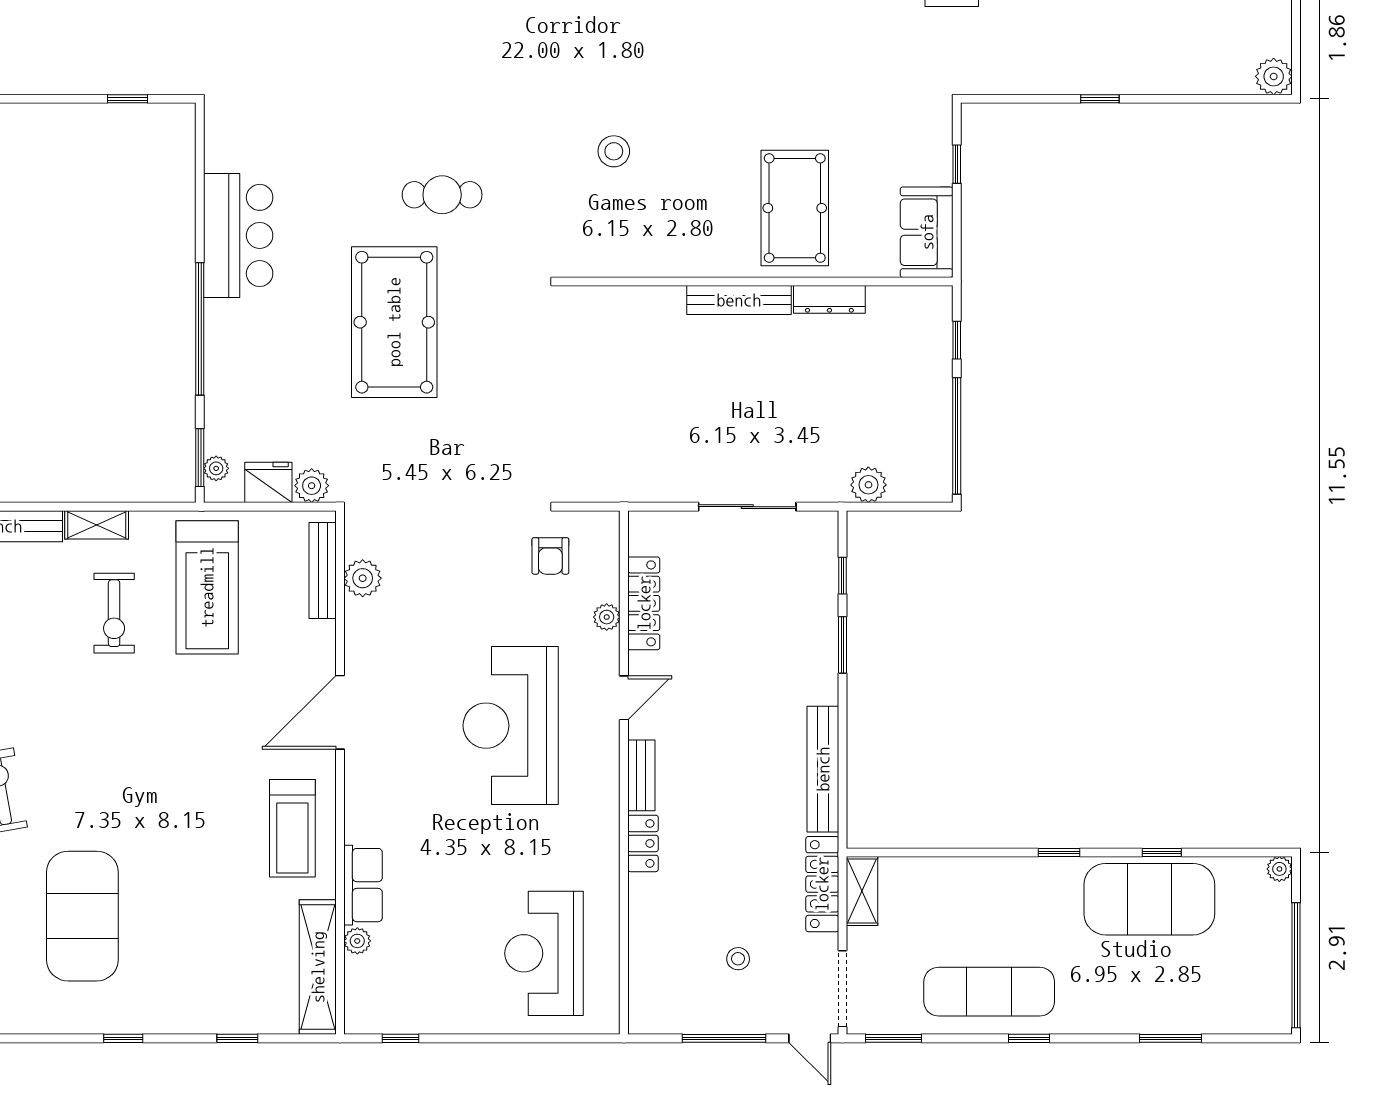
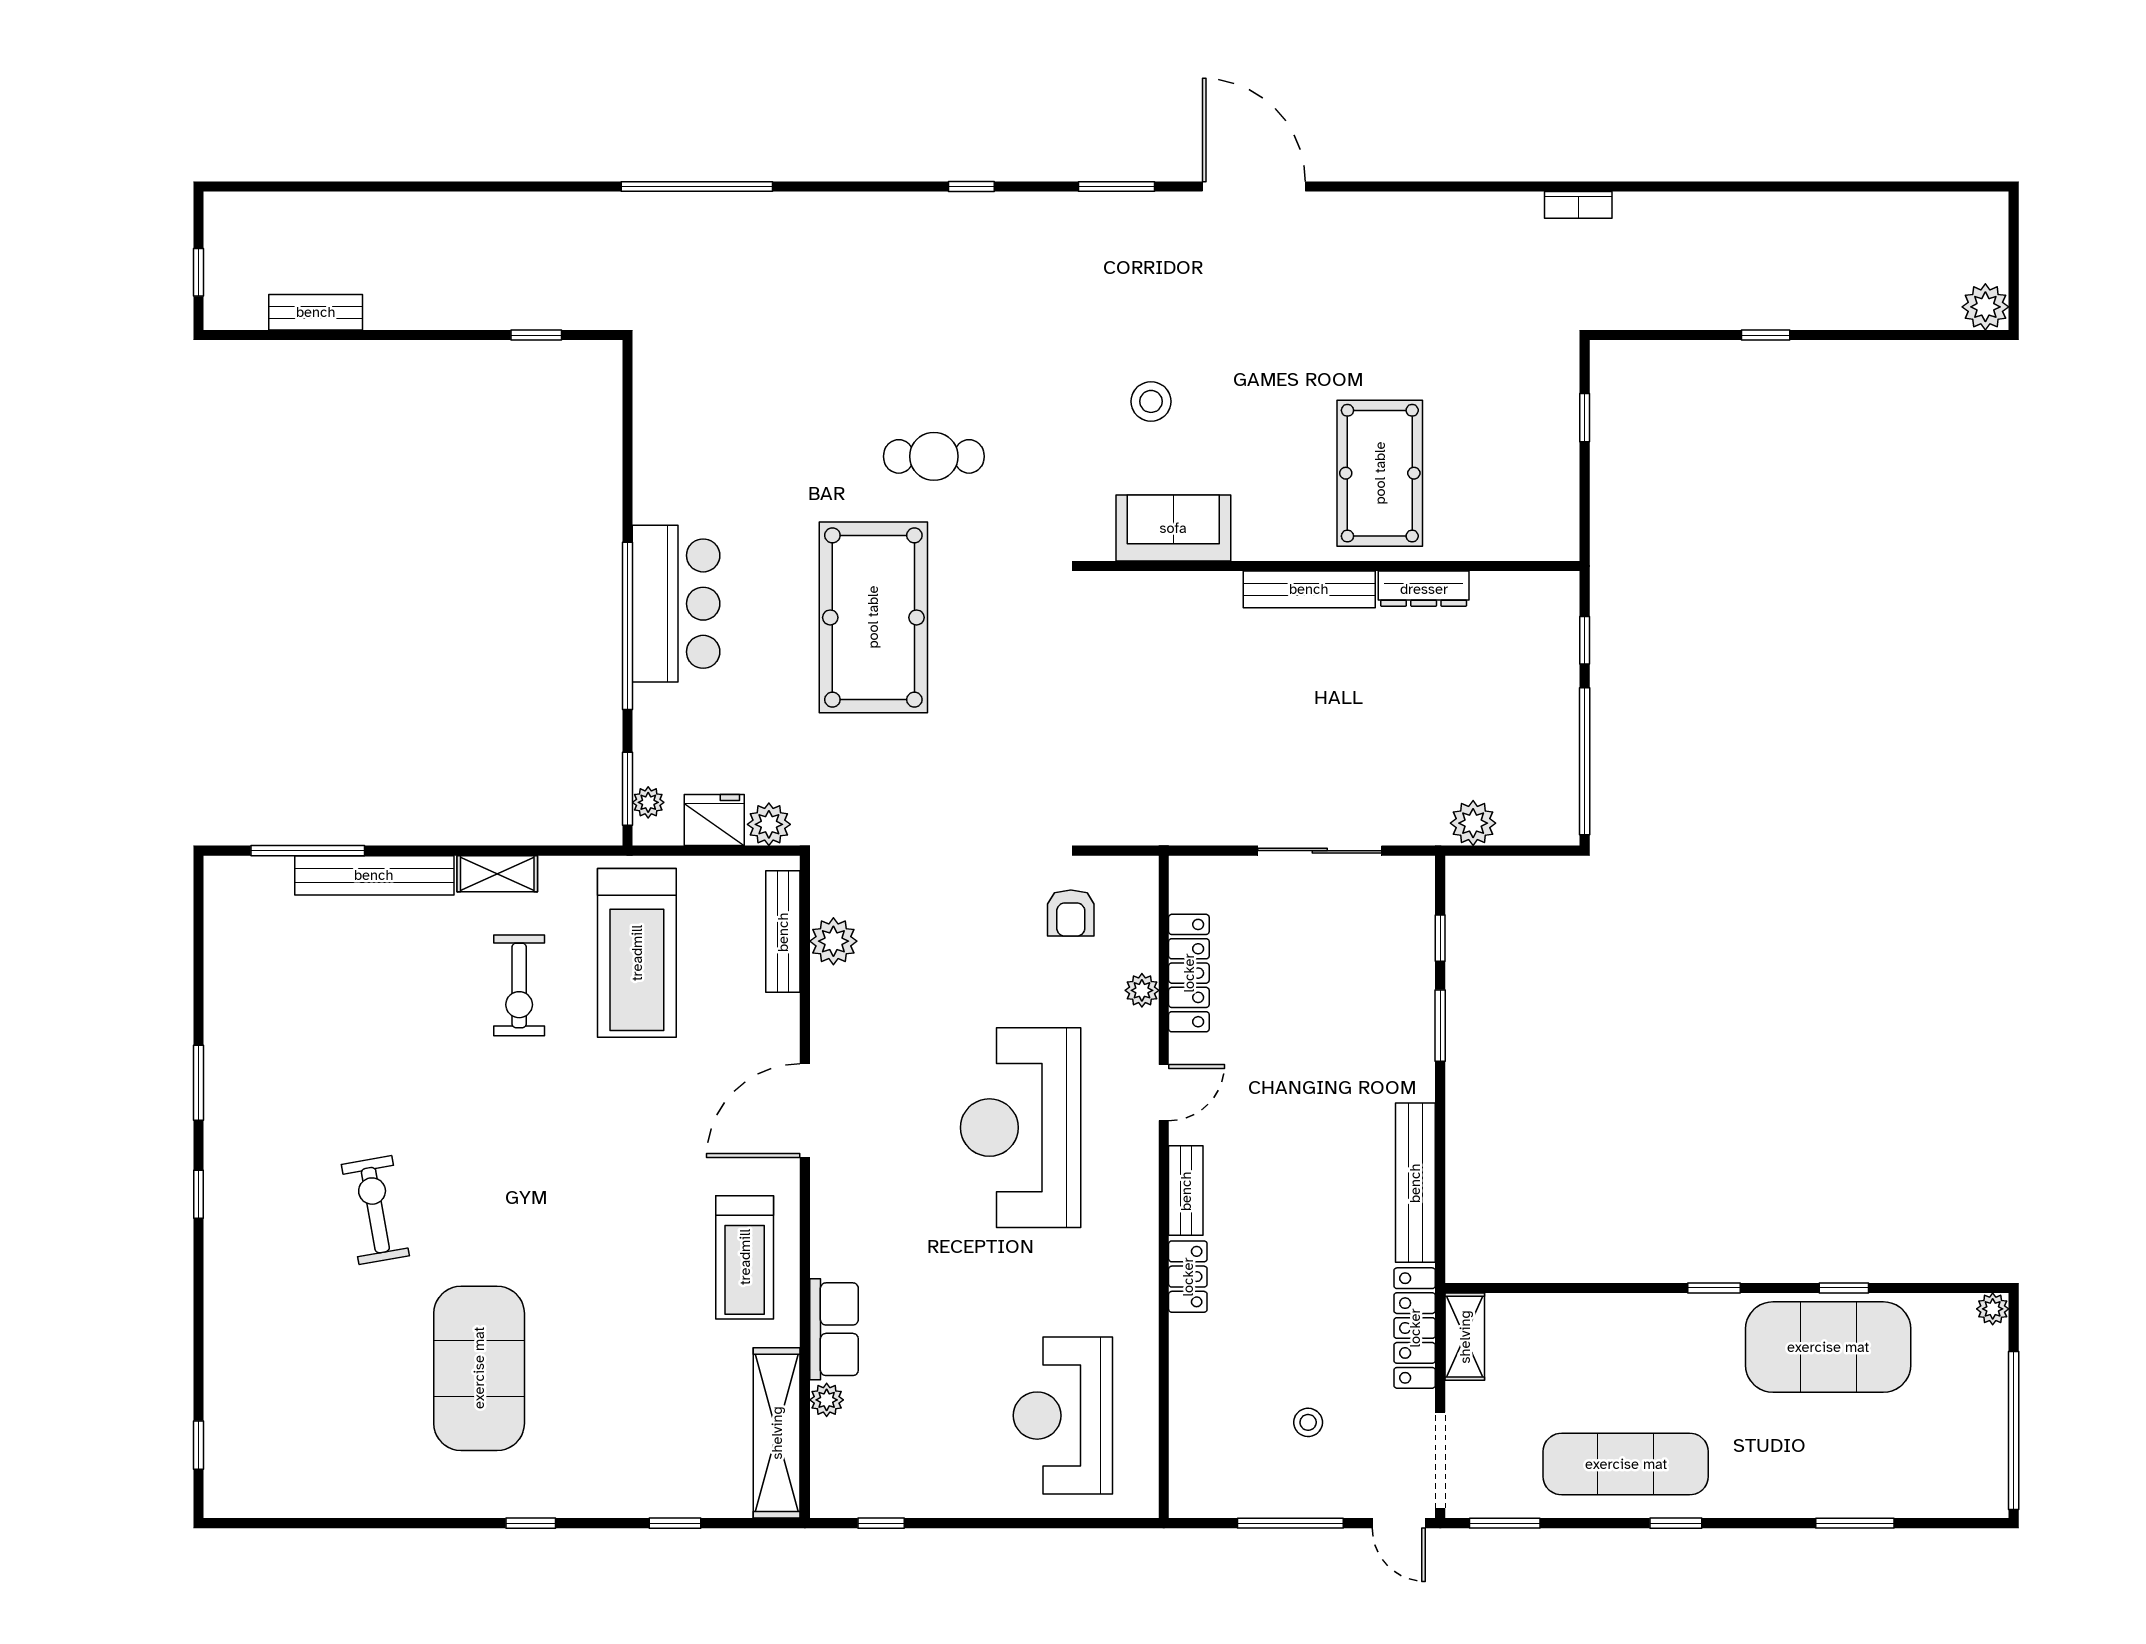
sofa: (927, 232) -> (1173, 528), moved, turned 90
bar counter: (238, 235) -> (676, 604), moved

